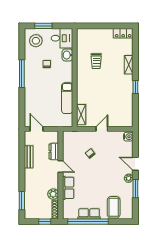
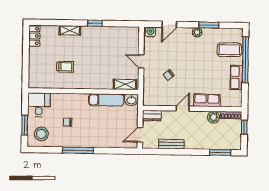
washbasin: (67, 55) -> (131, 100), moved
dresser: (54, 152) -> (152, 116), moved
door: (135, 164) -> (169, 24), moved
window: (88, 222) -> (245, 60), moved

